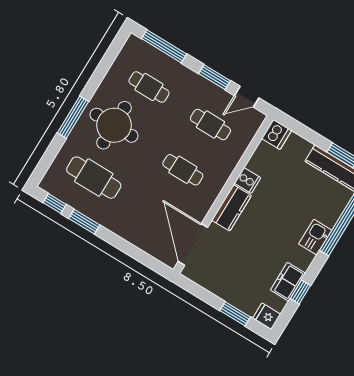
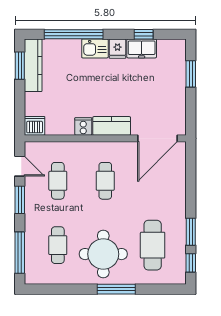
fridge: (267, 316) -> (117, 49), moved

